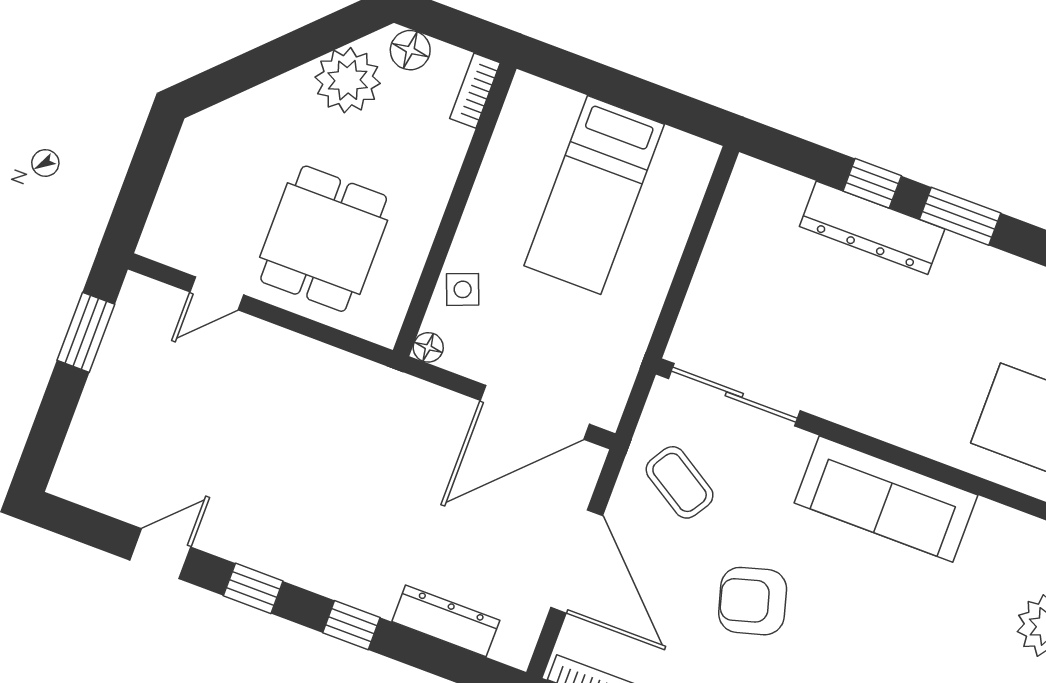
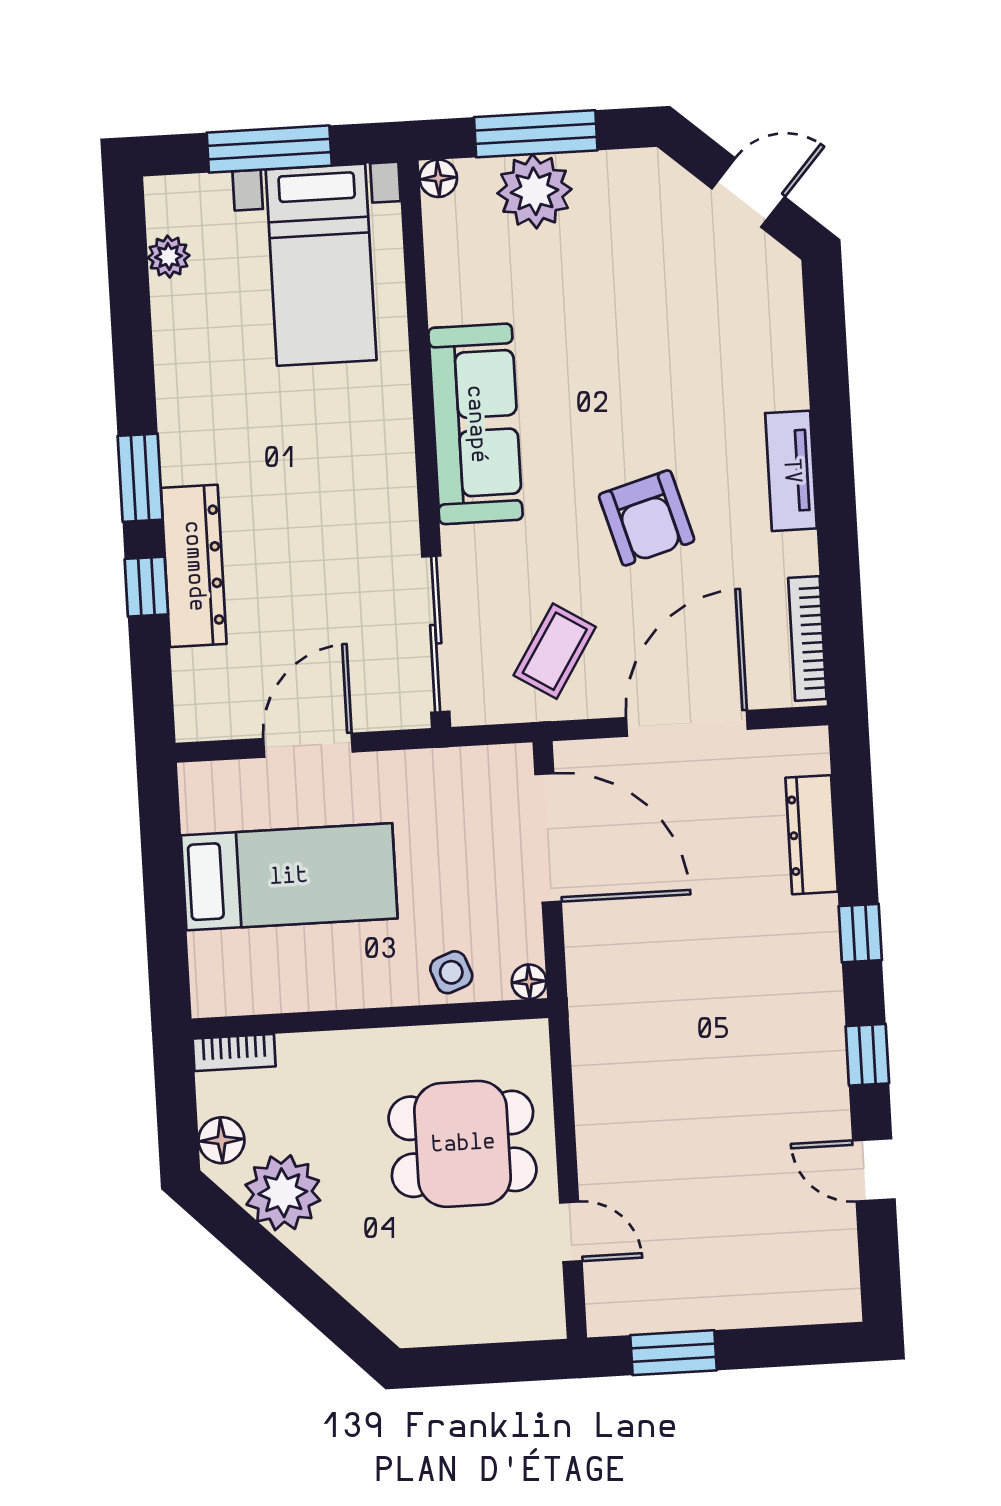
door: (691, 255) -> (308, 745), added

